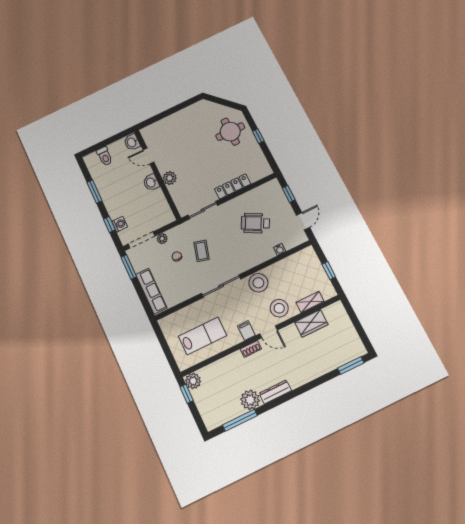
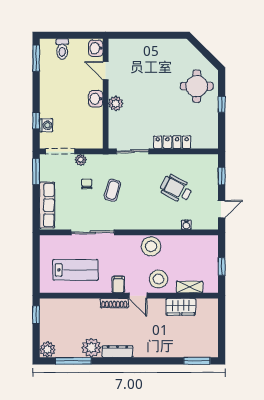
window: (94, 192) -> (36, 58), moved
sliding door: (221, 286) -> (93, 232), moved
shoe rack: (251, 349) -> (114, 303), width x1.43
plant: (193, 381) -> (48, 349), moved

